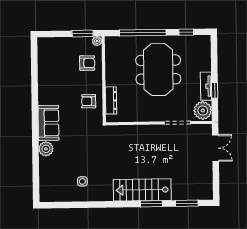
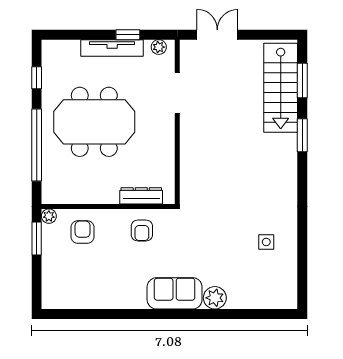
tv unit: (206, 86) -> (112, 48), width x1.41
plant: (203, 111) -> (159, 47), width x0.53, depth x0.53
stairs: (142, 190) -> (281, 88), moved

